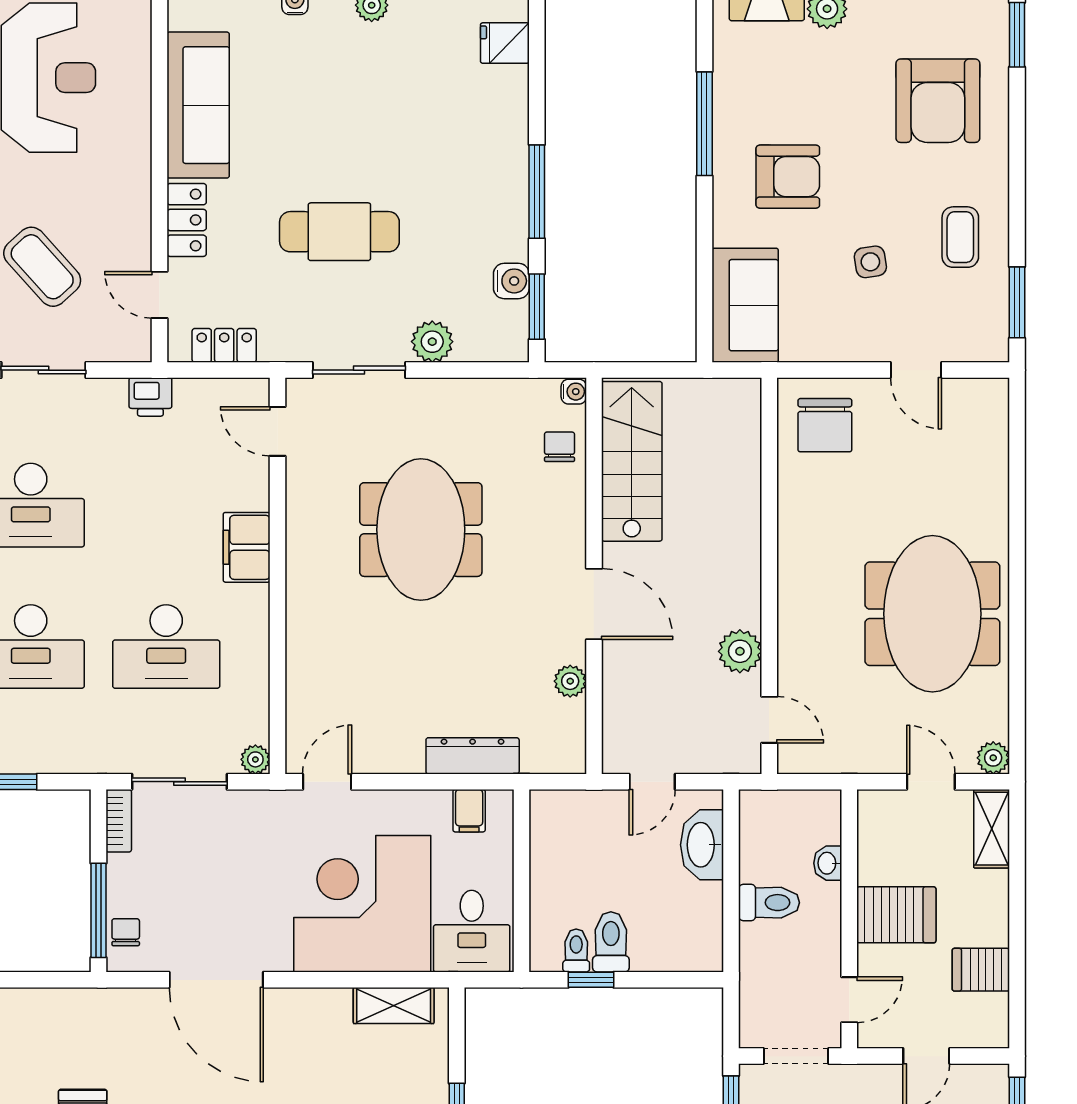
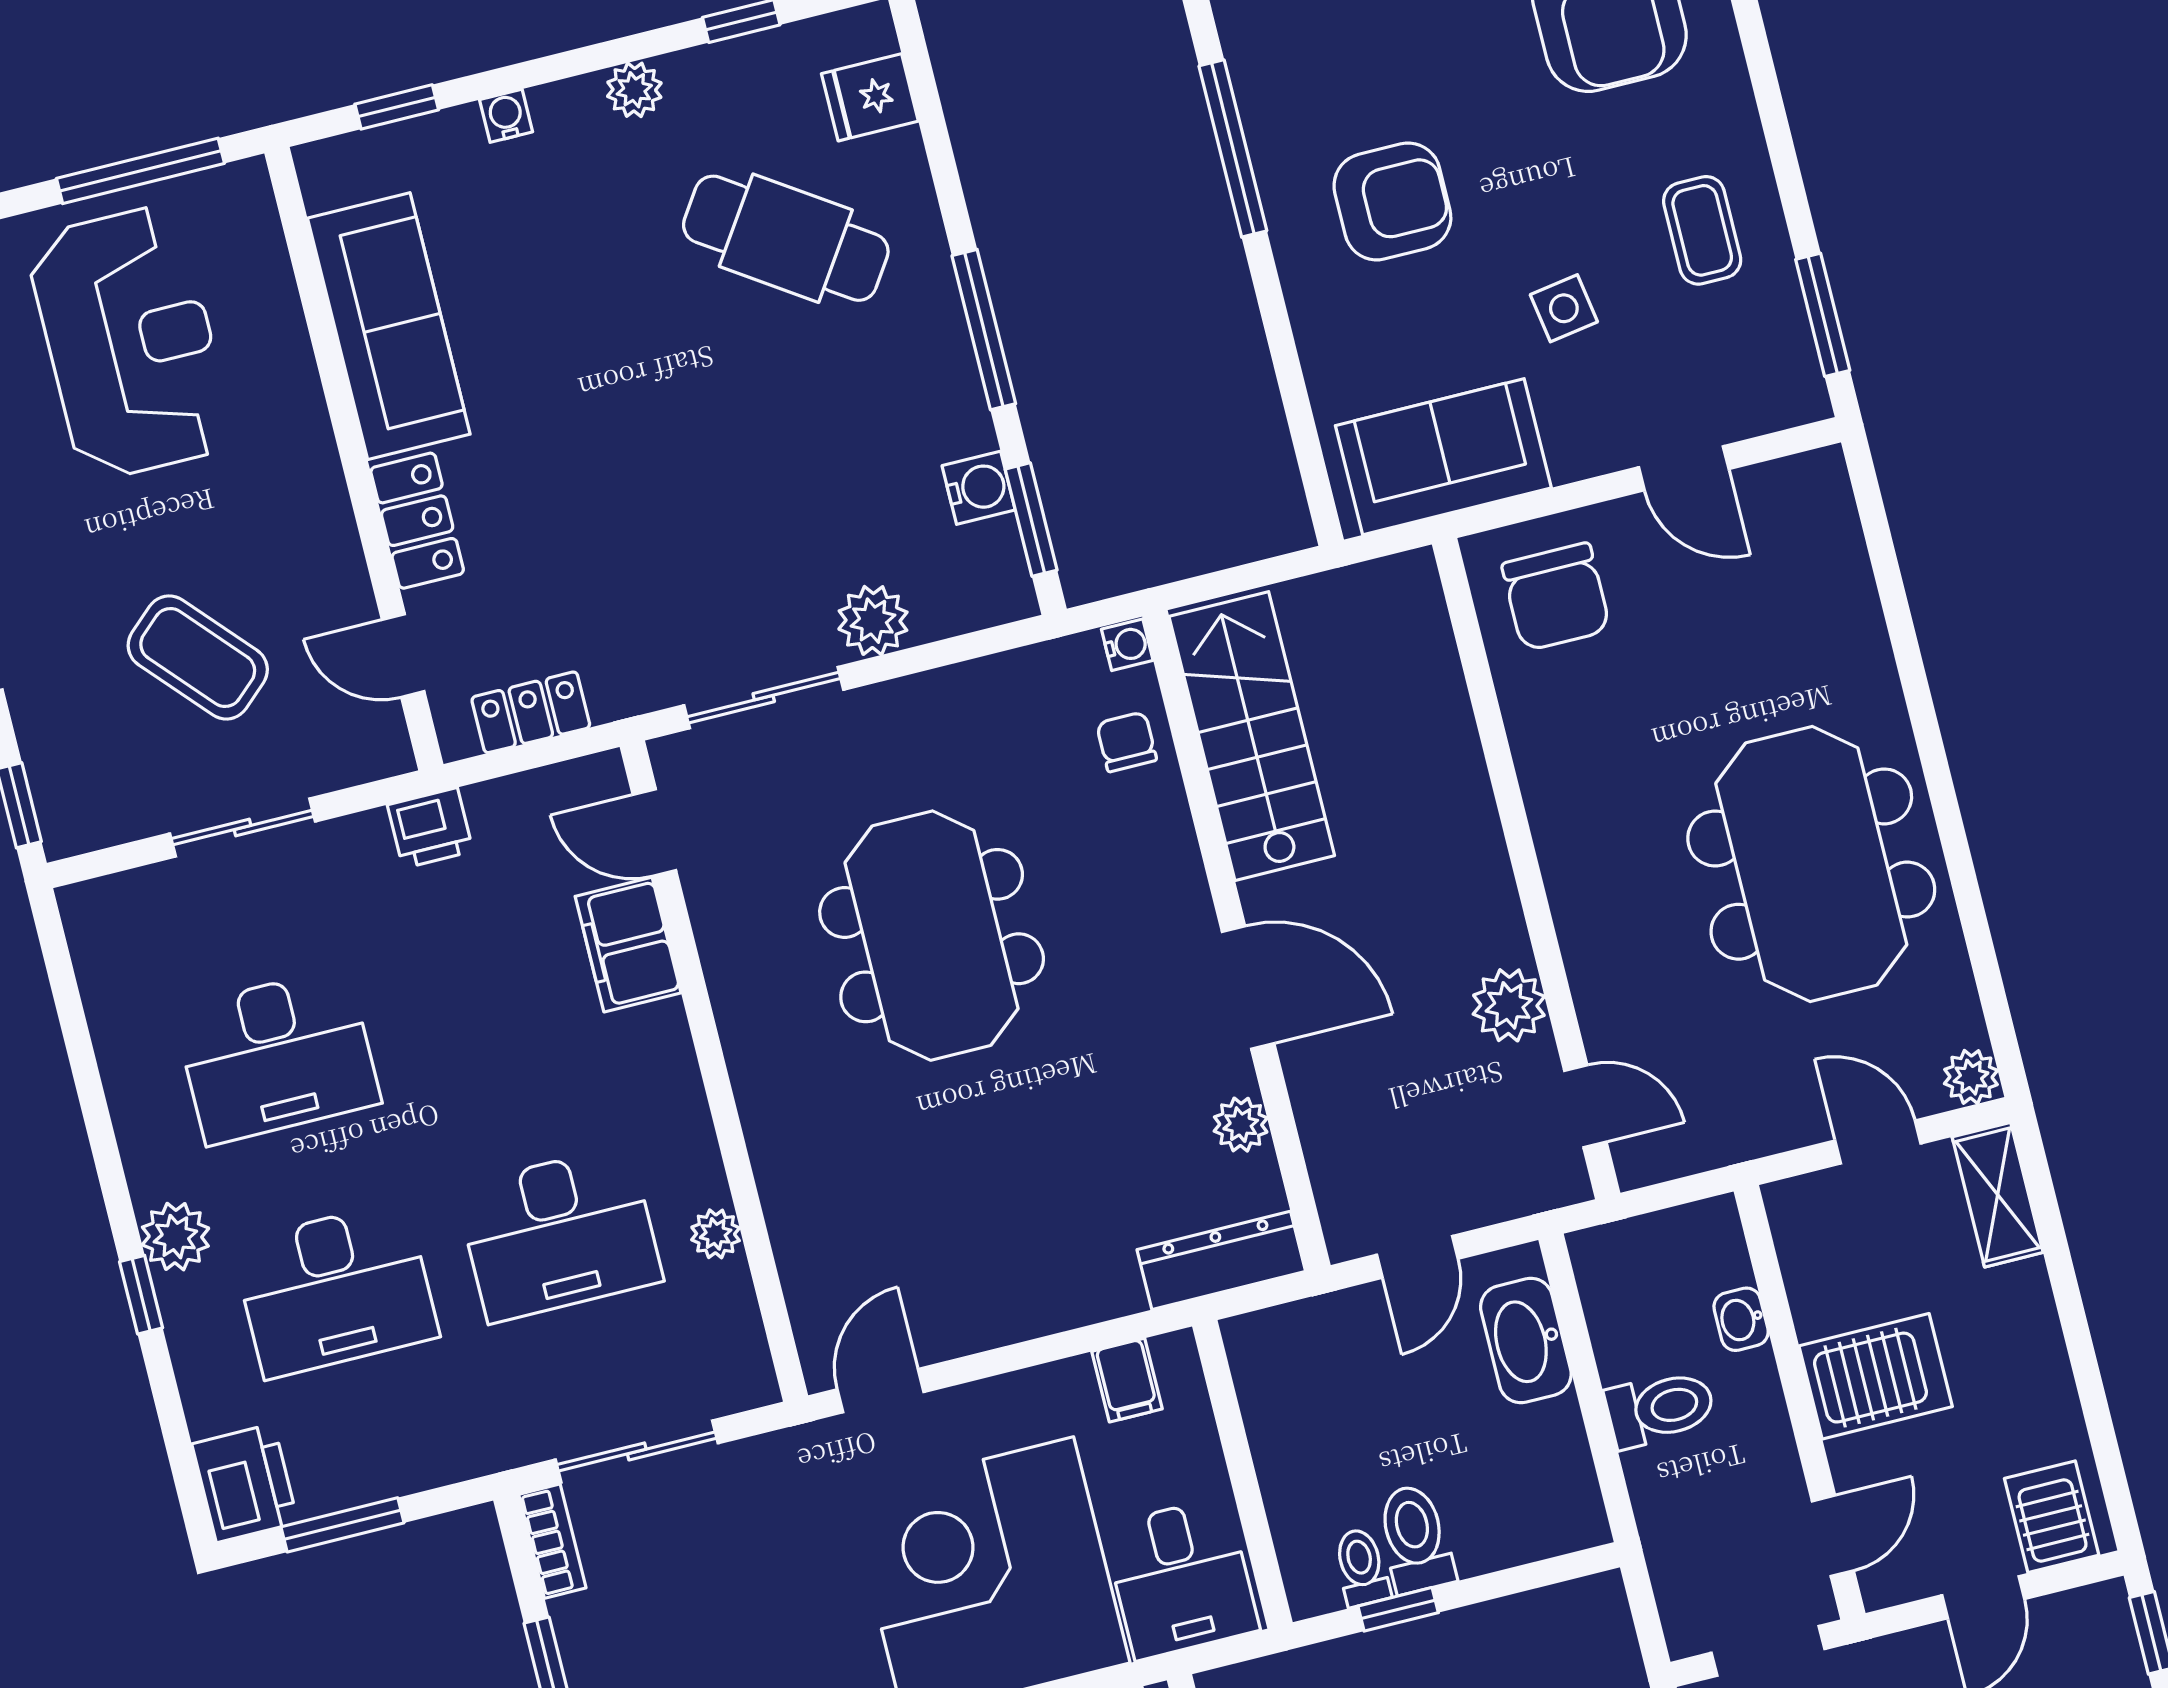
cafe table: (339, 232) -> (786, 238), moved, turned 34
sofa: (745, 305) -> (1443, 457), moved, turned -90
filing cabinet: (247, 547) -> (628, 945), moved
dresser: (473, 756) -> (1221, 1260), moved
plant: (255, 759) -> (716, 1234), moved
server rack: (981, 970) -> (2052, 1517), moved, turned 90

